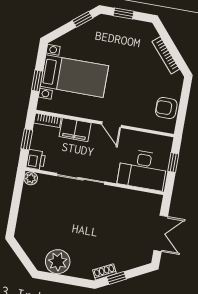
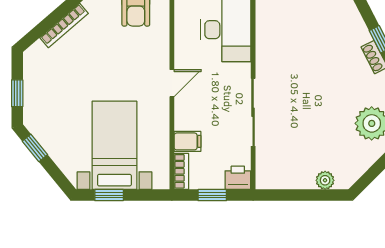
window: (37, 81) -> (109, 195), moved
filing cabinet: (75, 130) -> (187, 141), width x0.50
plant: (31, 178) -> (325, 180), moved

